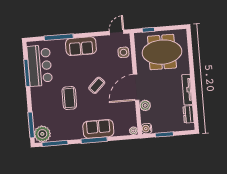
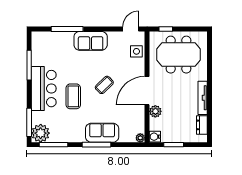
bar counter: (40, 66) -> (44, 89), moved

